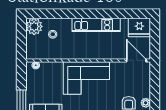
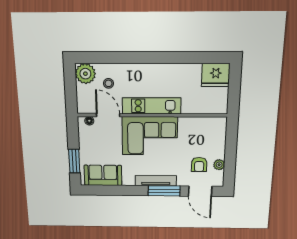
kitchen unit: (96, 25) -> (152, 106), moved, turned 180
door: (136, 60) -> (108, 115), moved

